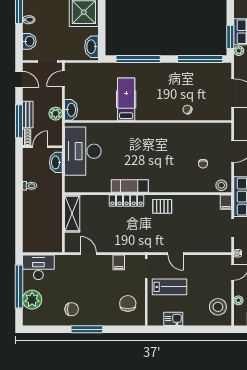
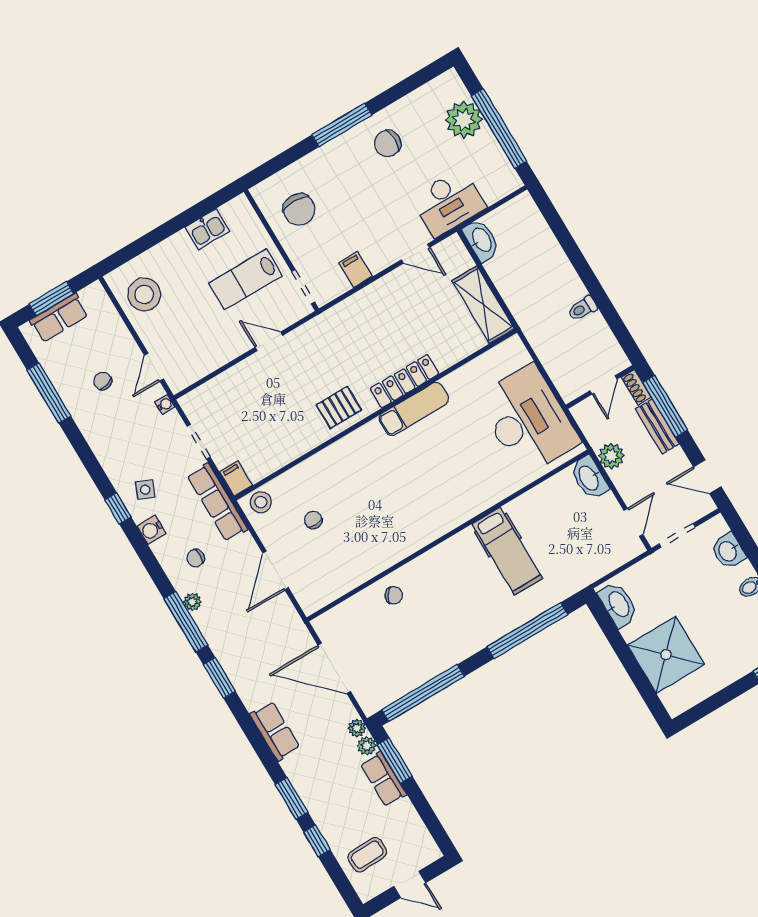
washbasin: (56, 162) -> (481, 240), moved
desk: (38, 267) -> (449, 203), moved
plant: (238, 300) -> (357, 728), moved

